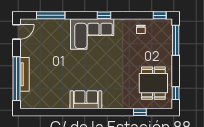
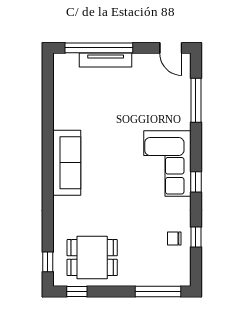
window: (160, 15) -> (196, 237), moved
sofa: (86, 100) -> (67, 163), width x1.36
window: (140, 112) -> (48, 262), moved

